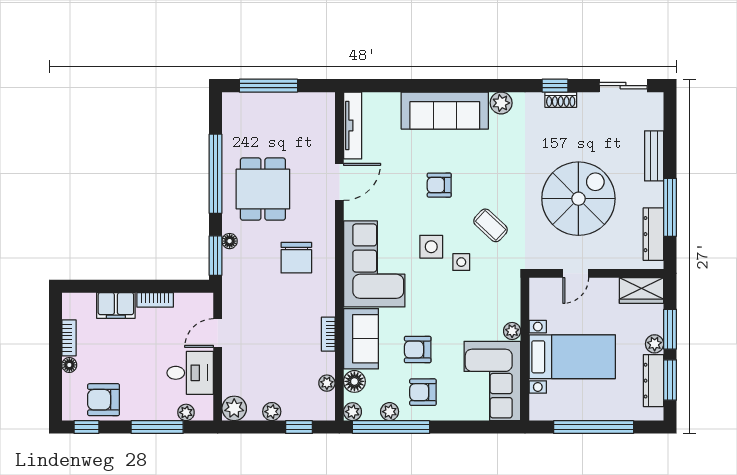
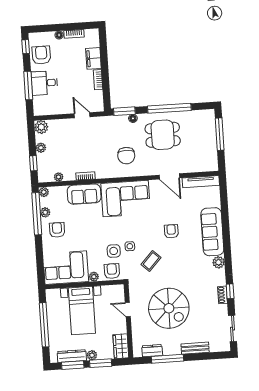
dresser: (653, 234) -> (152, 351), width x0.70
side table: (431, 247) -> (114, 251), moved
chair: (296, 258) -> (126, 156), turned -90
armchair: (418, 350) -> (112, 271), moved
desk: (190, 373) -> (44, 83), moved, turned 90
floor lamp: (354, 381) -> (60, 192), removed
plant: (186, 412) -> (37, 101), removed

